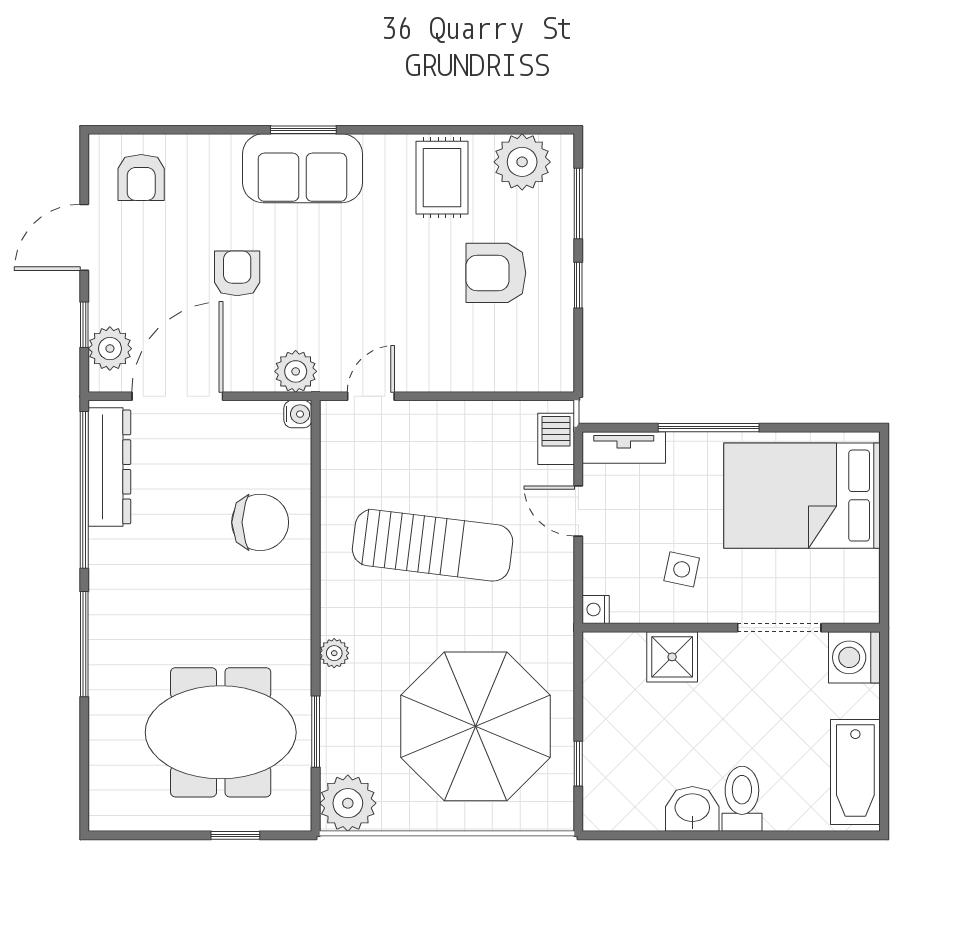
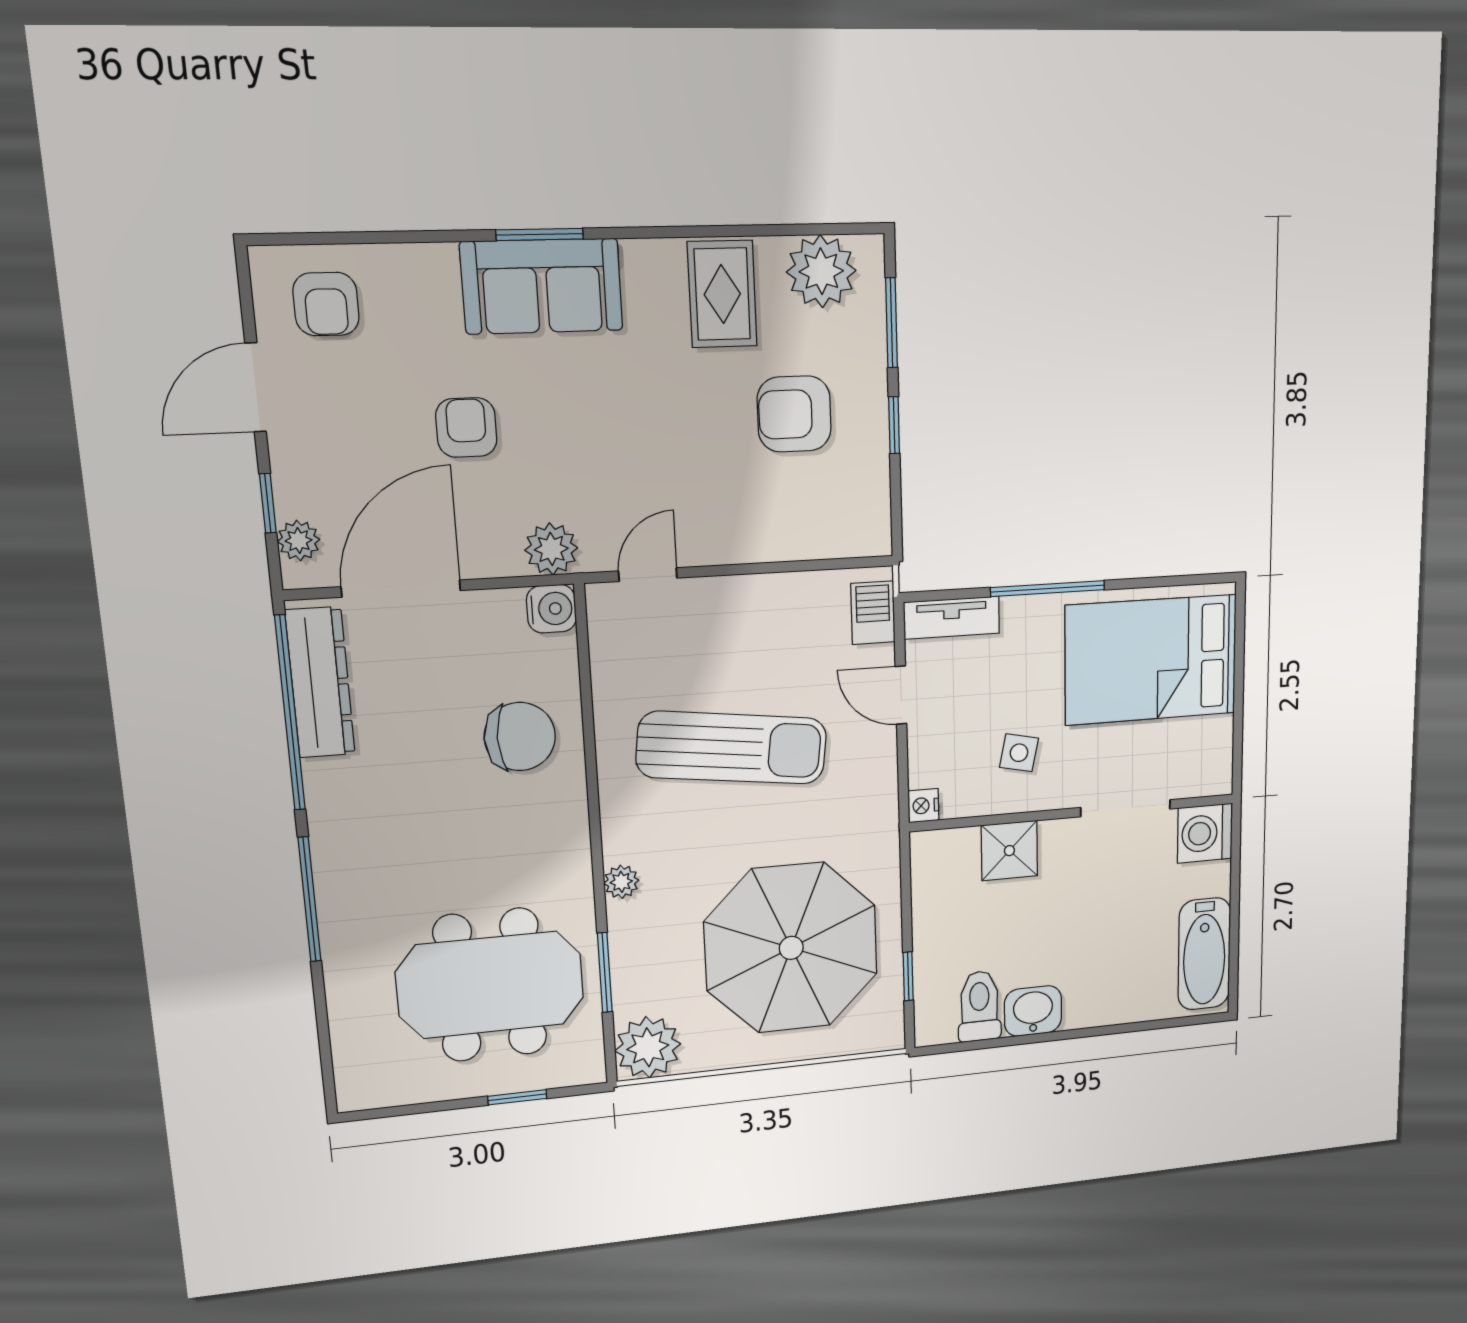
plant: (110, 349) -> (299, 541), width x0.73, depth x0.73
water cooler: (298, 414) -> (551, 609), width x1.38, depth x1.38
toilet: (742, 799) -> (979, 1006), moved

